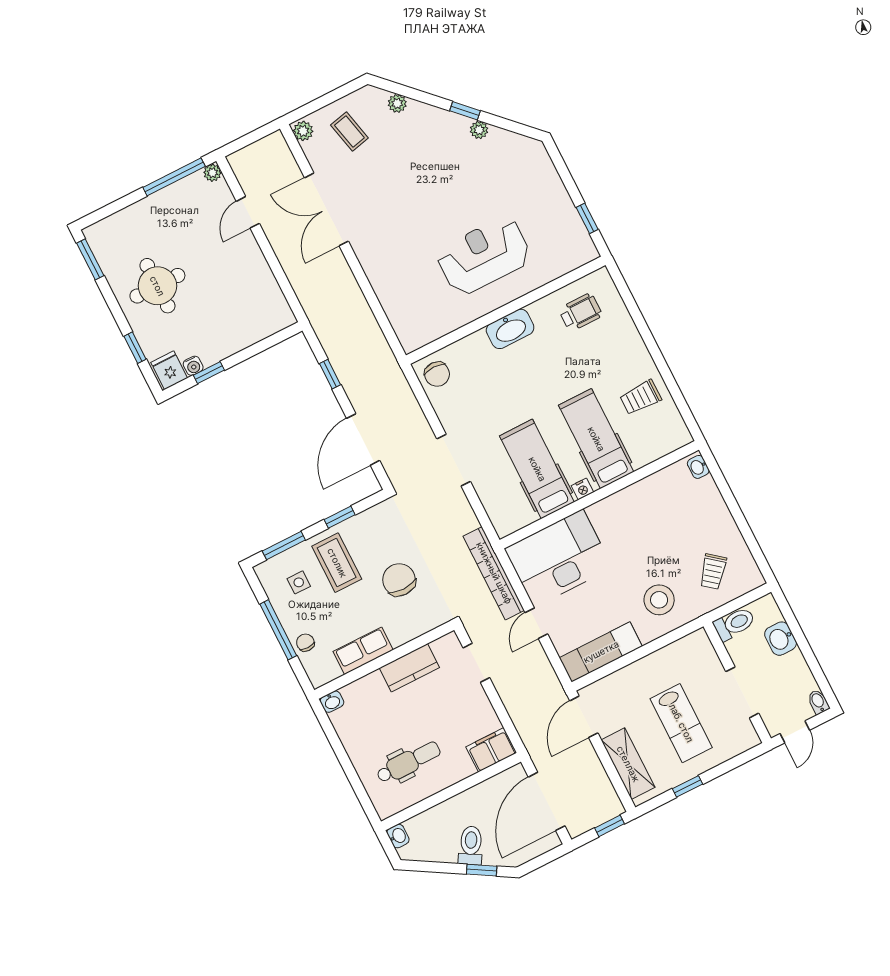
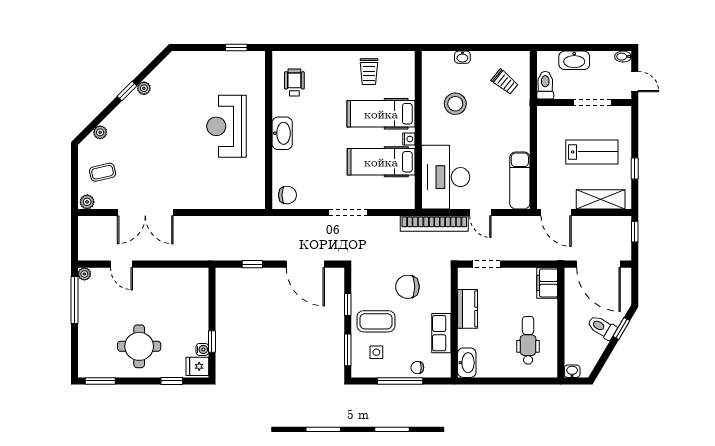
washbasin: (698, 467) -> (462, 57), moved
stool: (659, 600) -> (455, 104), moved
washbasin: (781, 639) -> (574, 60), width x1.38
washbasin: (332, 702) -> (467, 363), width x1.91, depth x1.45

